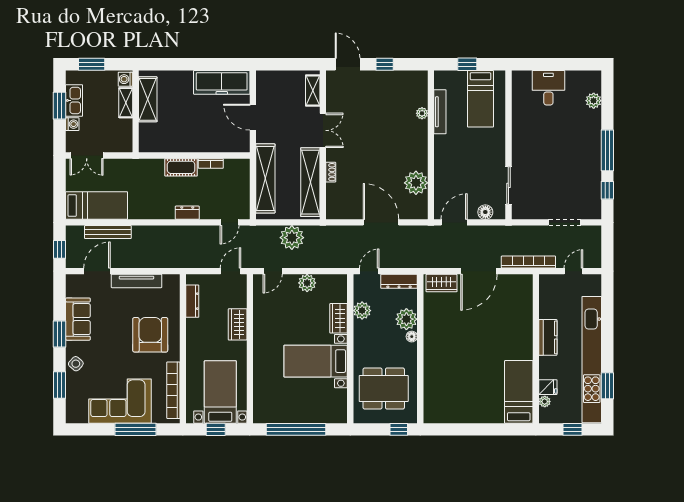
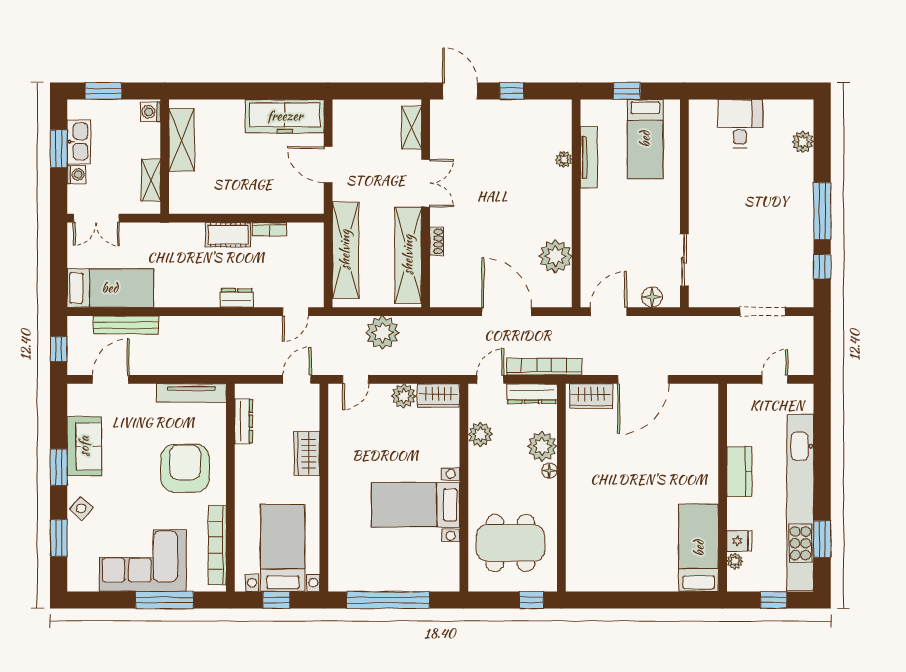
shelving: (126, 103) -> (151, 180), moved
bookcase: (528, 262) -> (544, 367), moved
tv unit: (136, 281) -> (191, 393), moved
wardrobe: (339, 318) -> (438, 396), moved, turned -90

